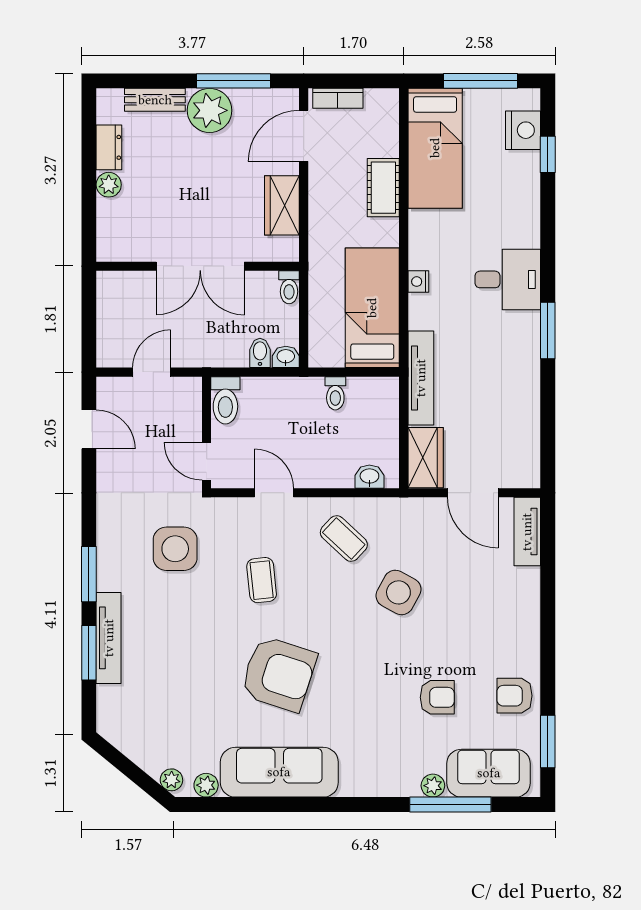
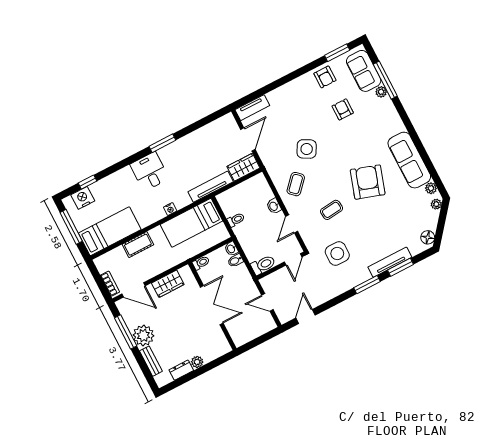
washbasin: (369, 477) -> (274, 206), moved
floor lamp: (118, 732) -> (428, 237), added

